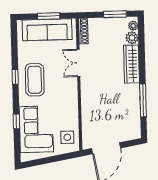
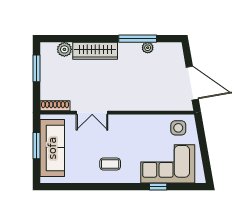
plant: (133, 26) -> (148, 48), moved
window: (15, 77) -> (106, 187), removed
coffee table: (35, 80) -> (110, 164), width x0.54, depth x0.58

